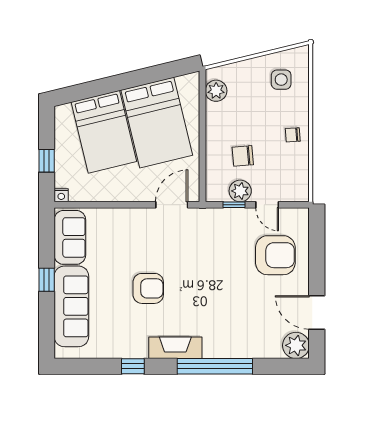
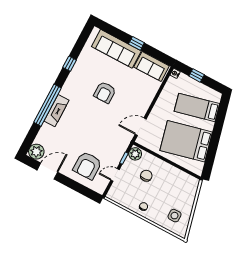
plant: (216, 91) -> (186, 180), removed
bed: (104, 132) -> (197, 107), width x0.67
plant: (240, 191) -> (135, 154), moved
door: (172, 205) -> (141, 127), swing flipped
fireplace: (175, 348) -> (57, 111), moved

